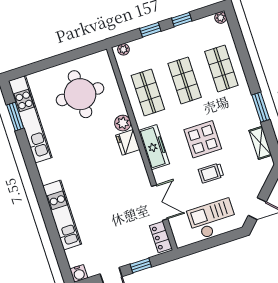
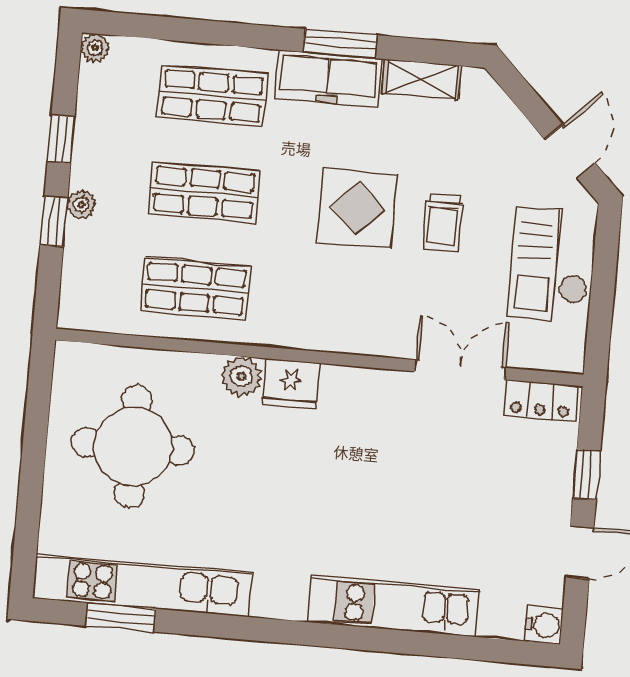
plant: (123, 49) -> (81, 204), moved
freezer: (154, 147) -> (328, 78), moved, turned 180

